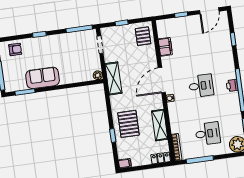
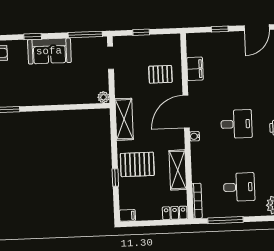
pallet: (143, 36) -> (160, 74), moved, turned 90
sofa: (43, 78) -> (49, 51), moved, turned 180
shelving: (113, 78) -> (124, 119), moved
pallet: (128, 124) -> (137, 164), turned 90

